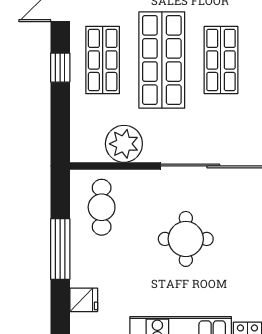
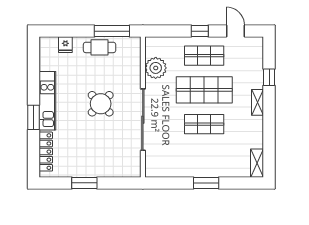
cafe table: (102, 207) -> (100, 47), moved
round table: (186, 239) -> (101, 104), turned 45
window: (60, 249) -> (112, 31), moved

